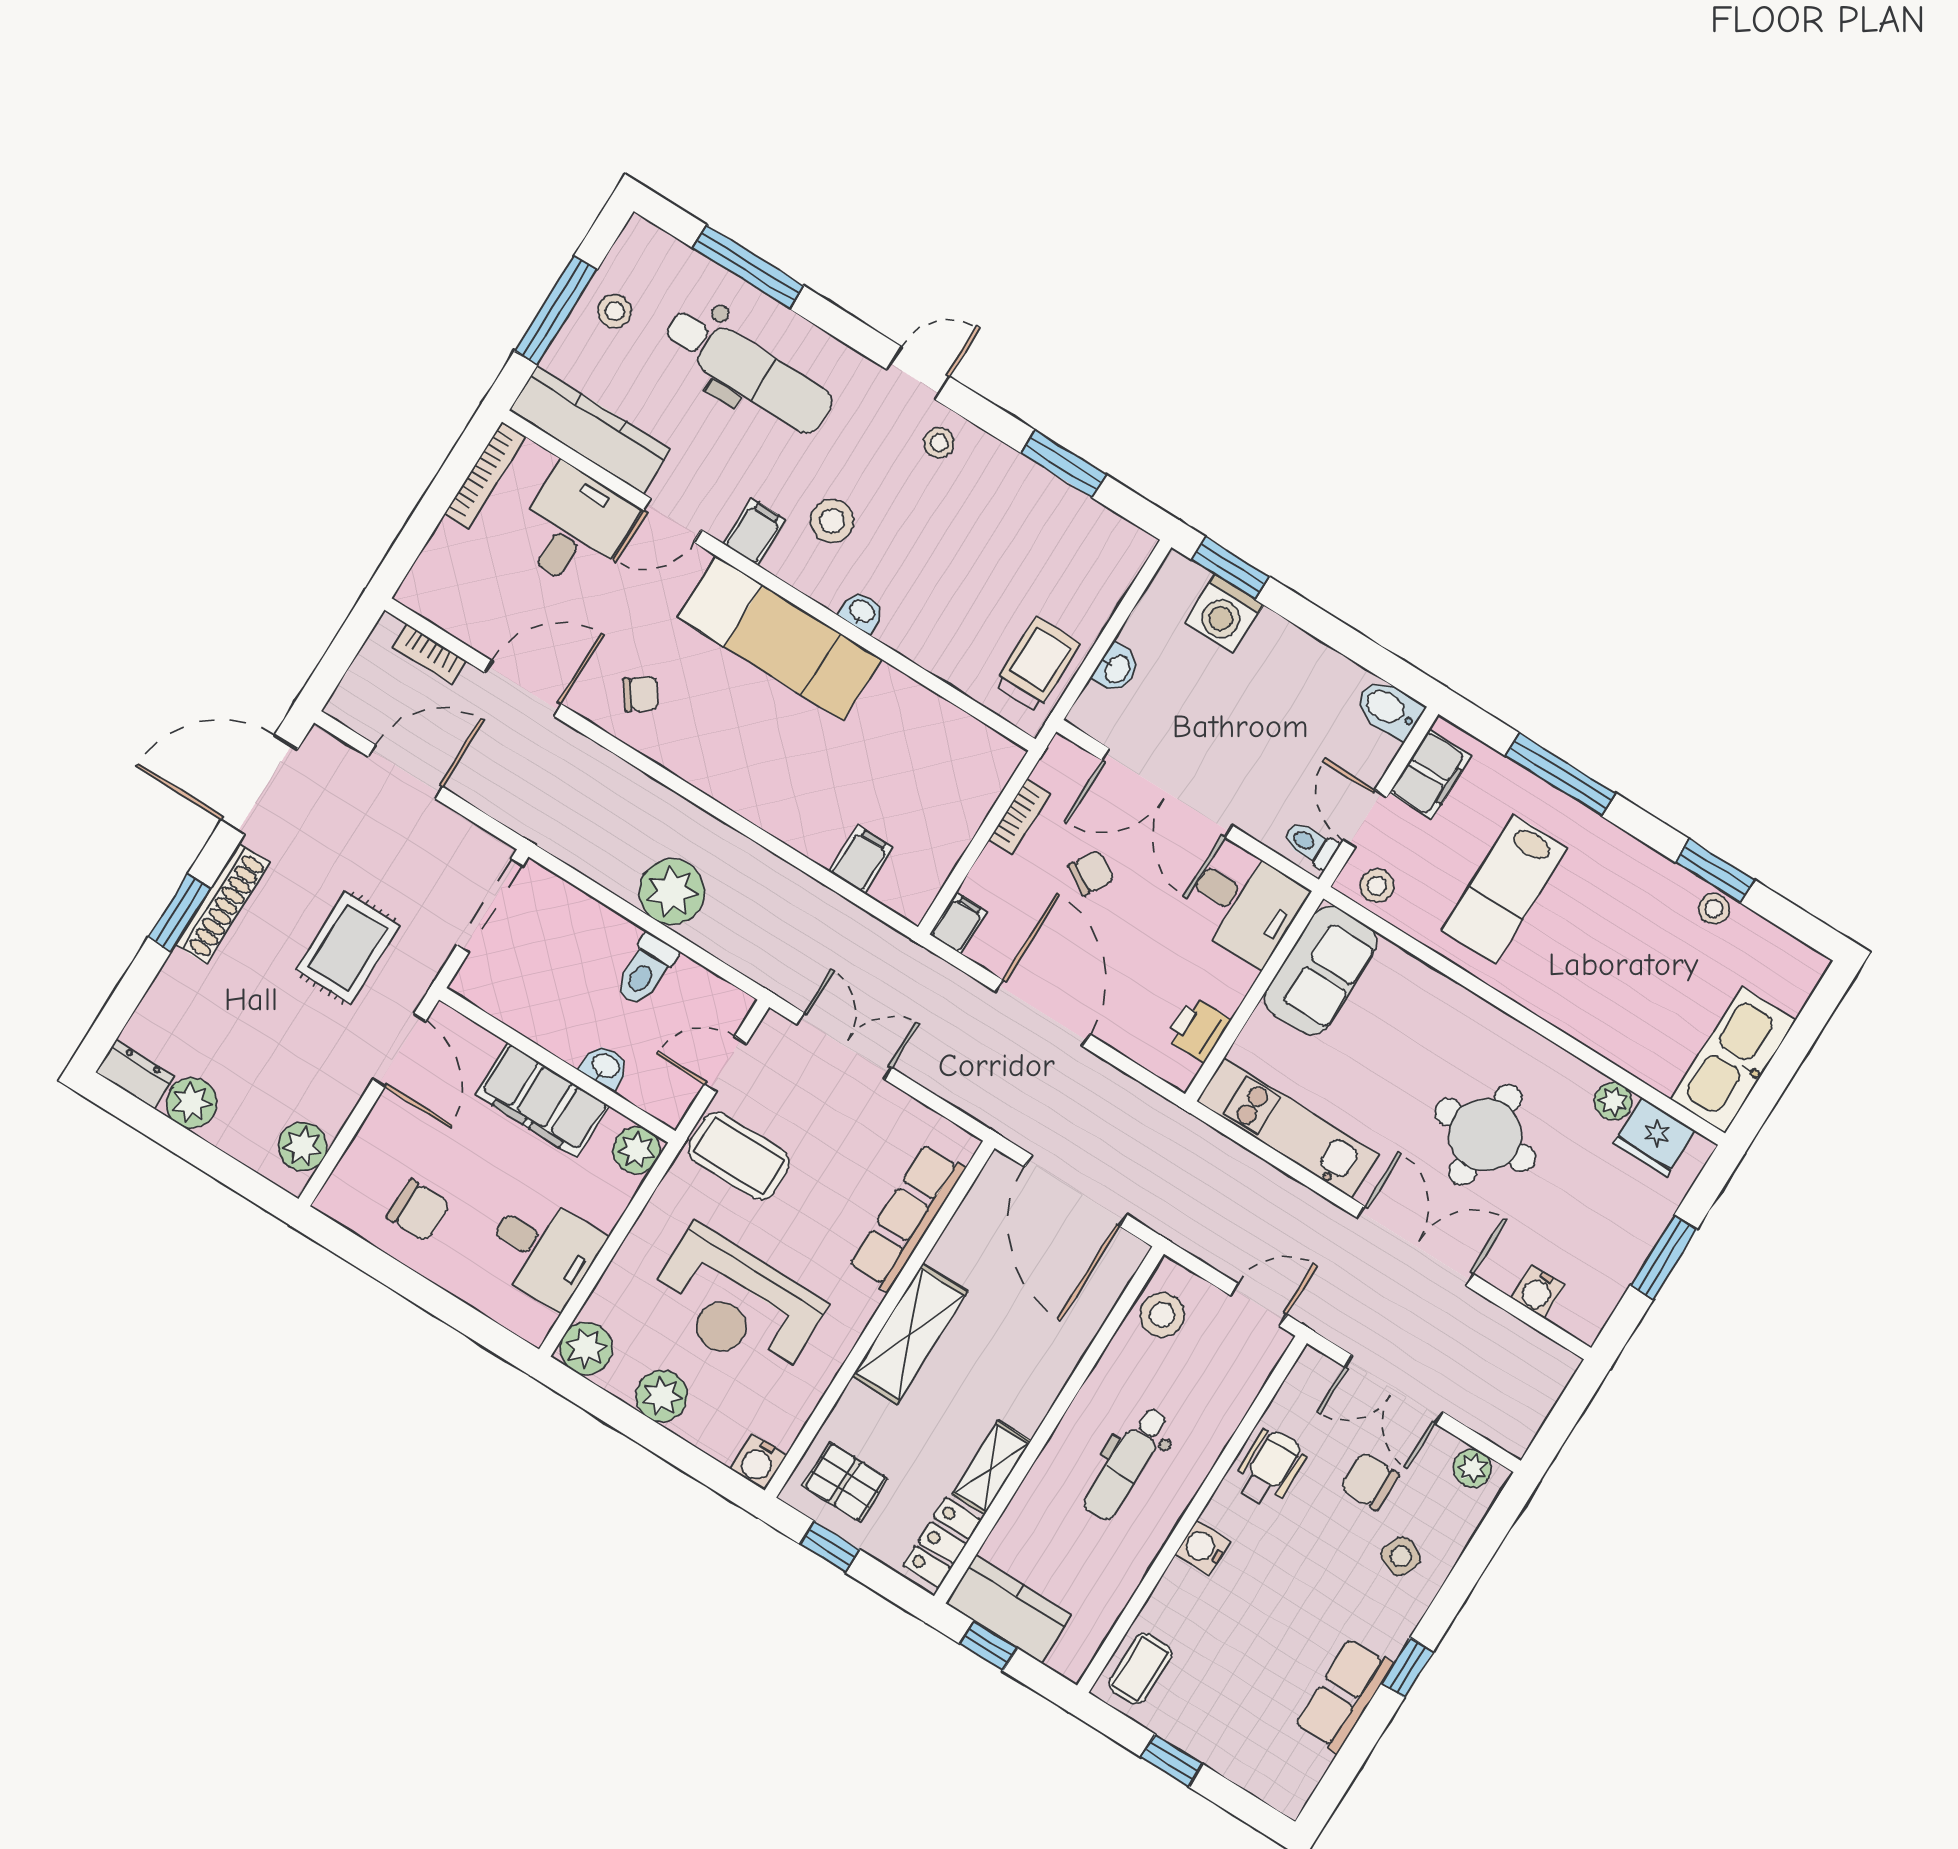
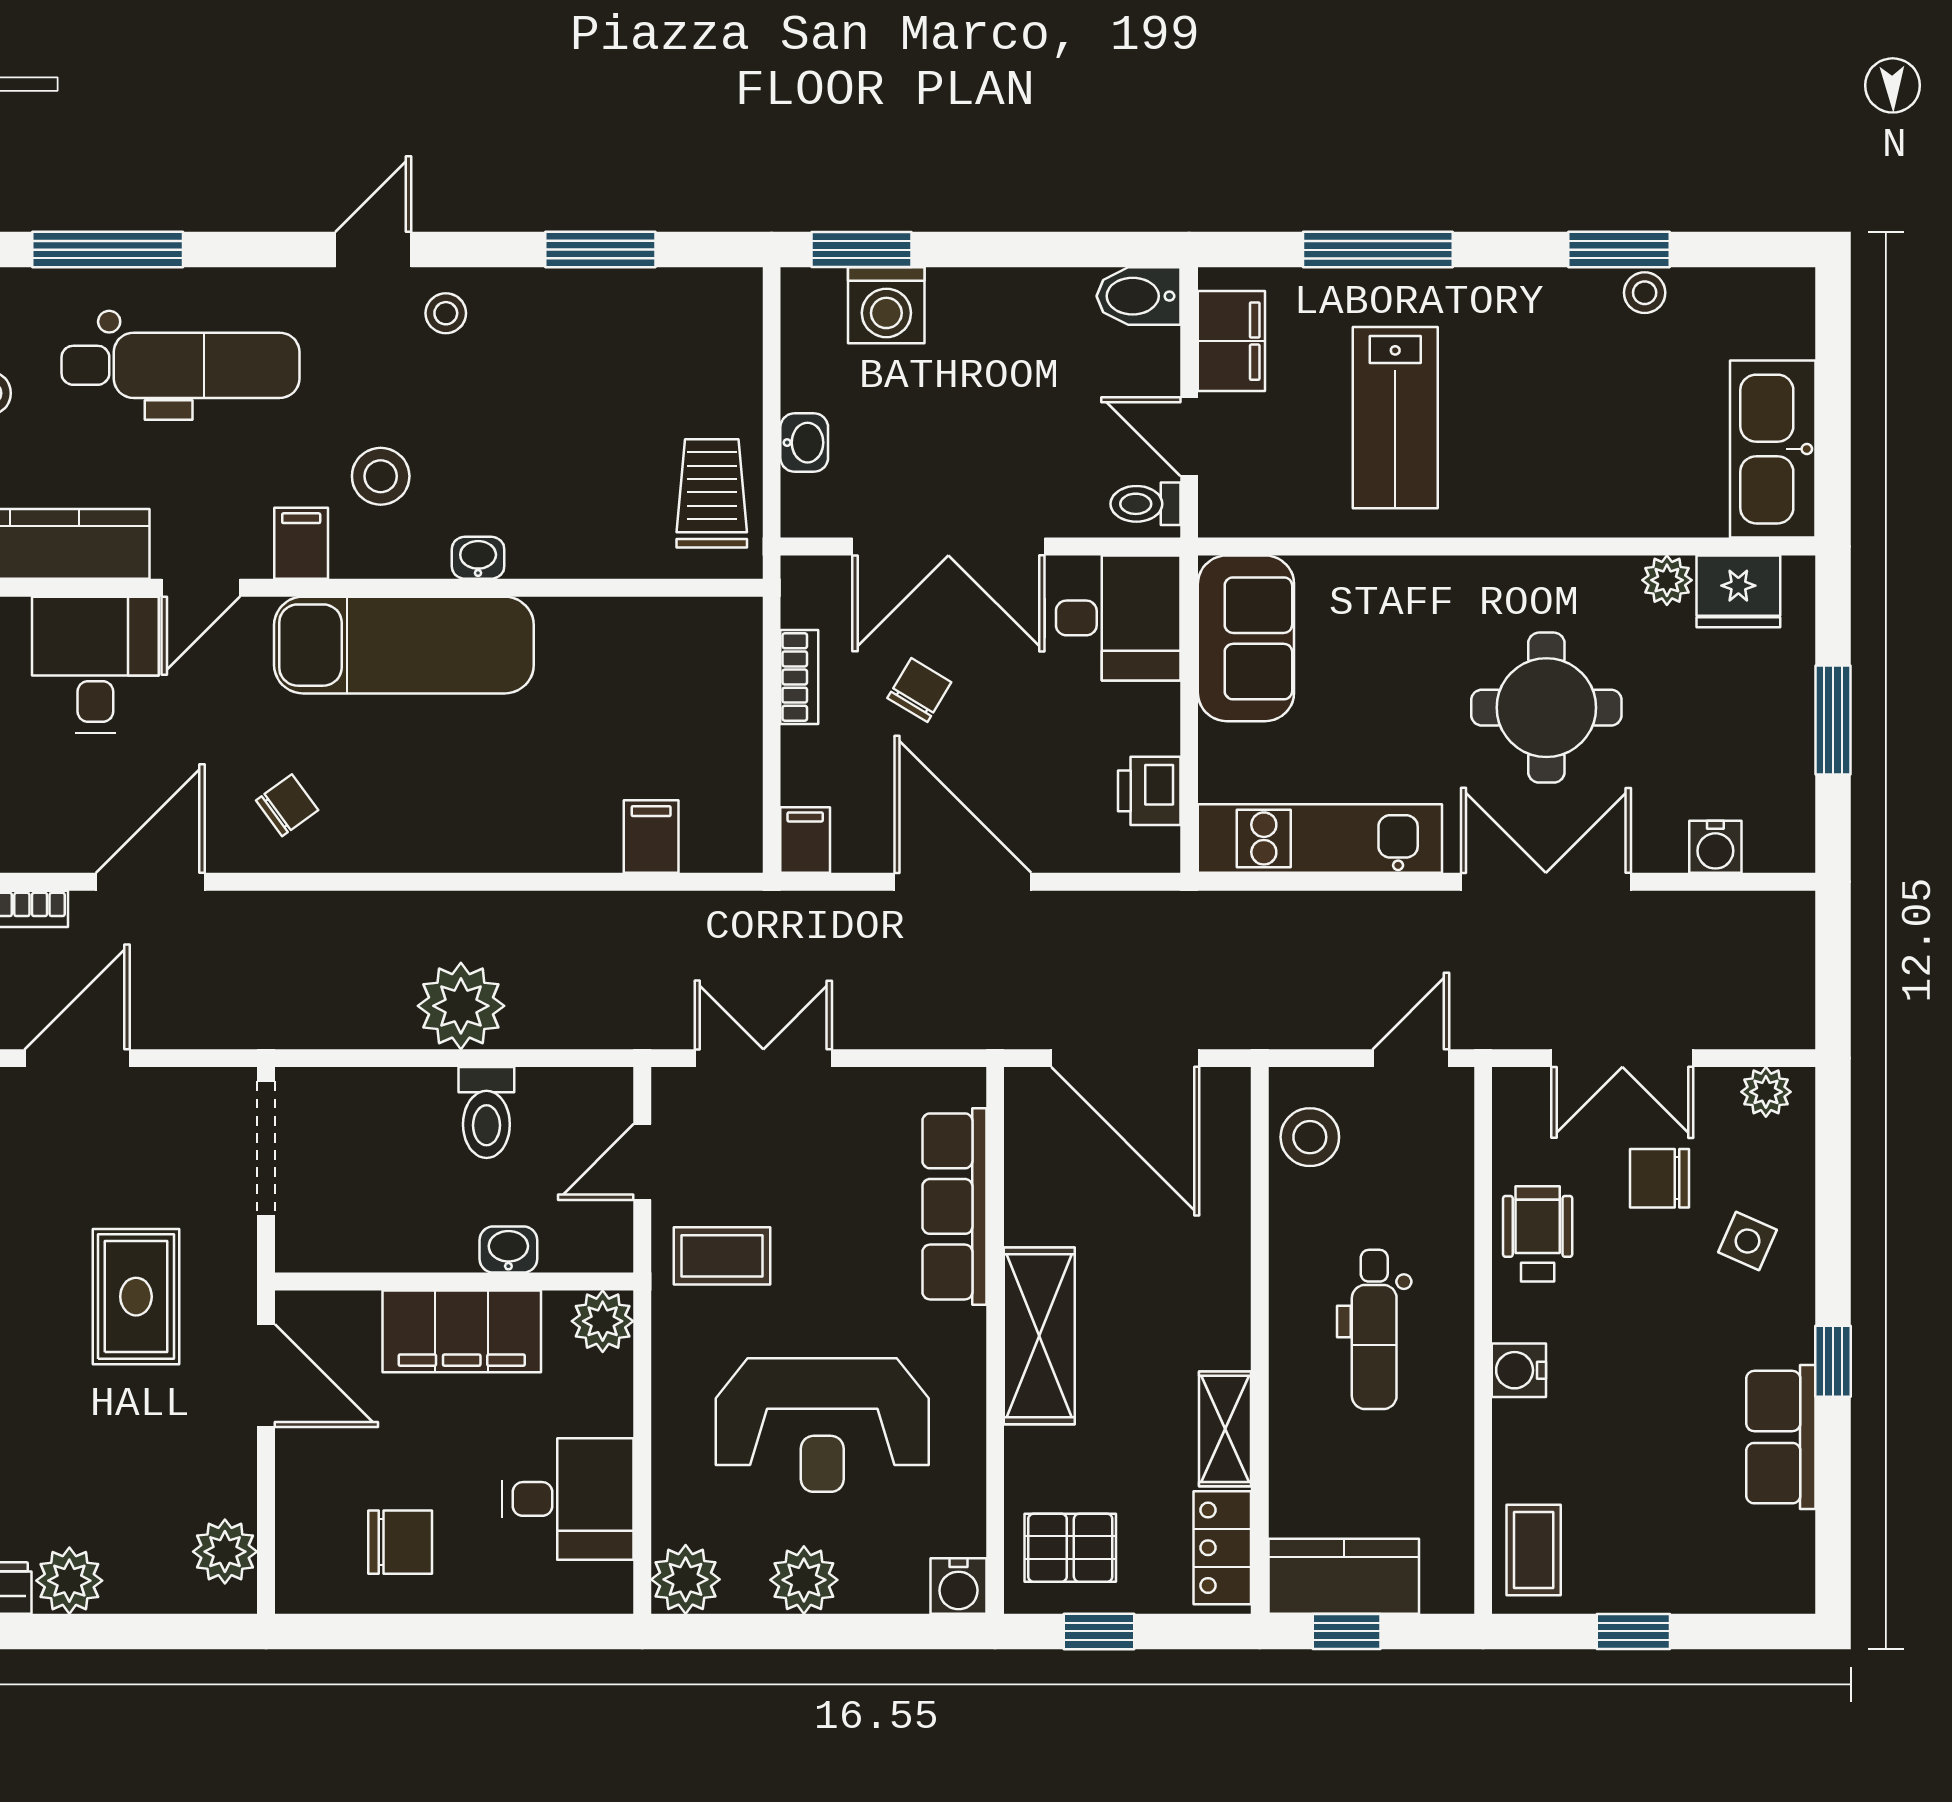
stool: (1377, 886) -> (1249, 504), removed
coffee table: (739, 1156) -> (722, 1256), width x0.73, depth x0.77

